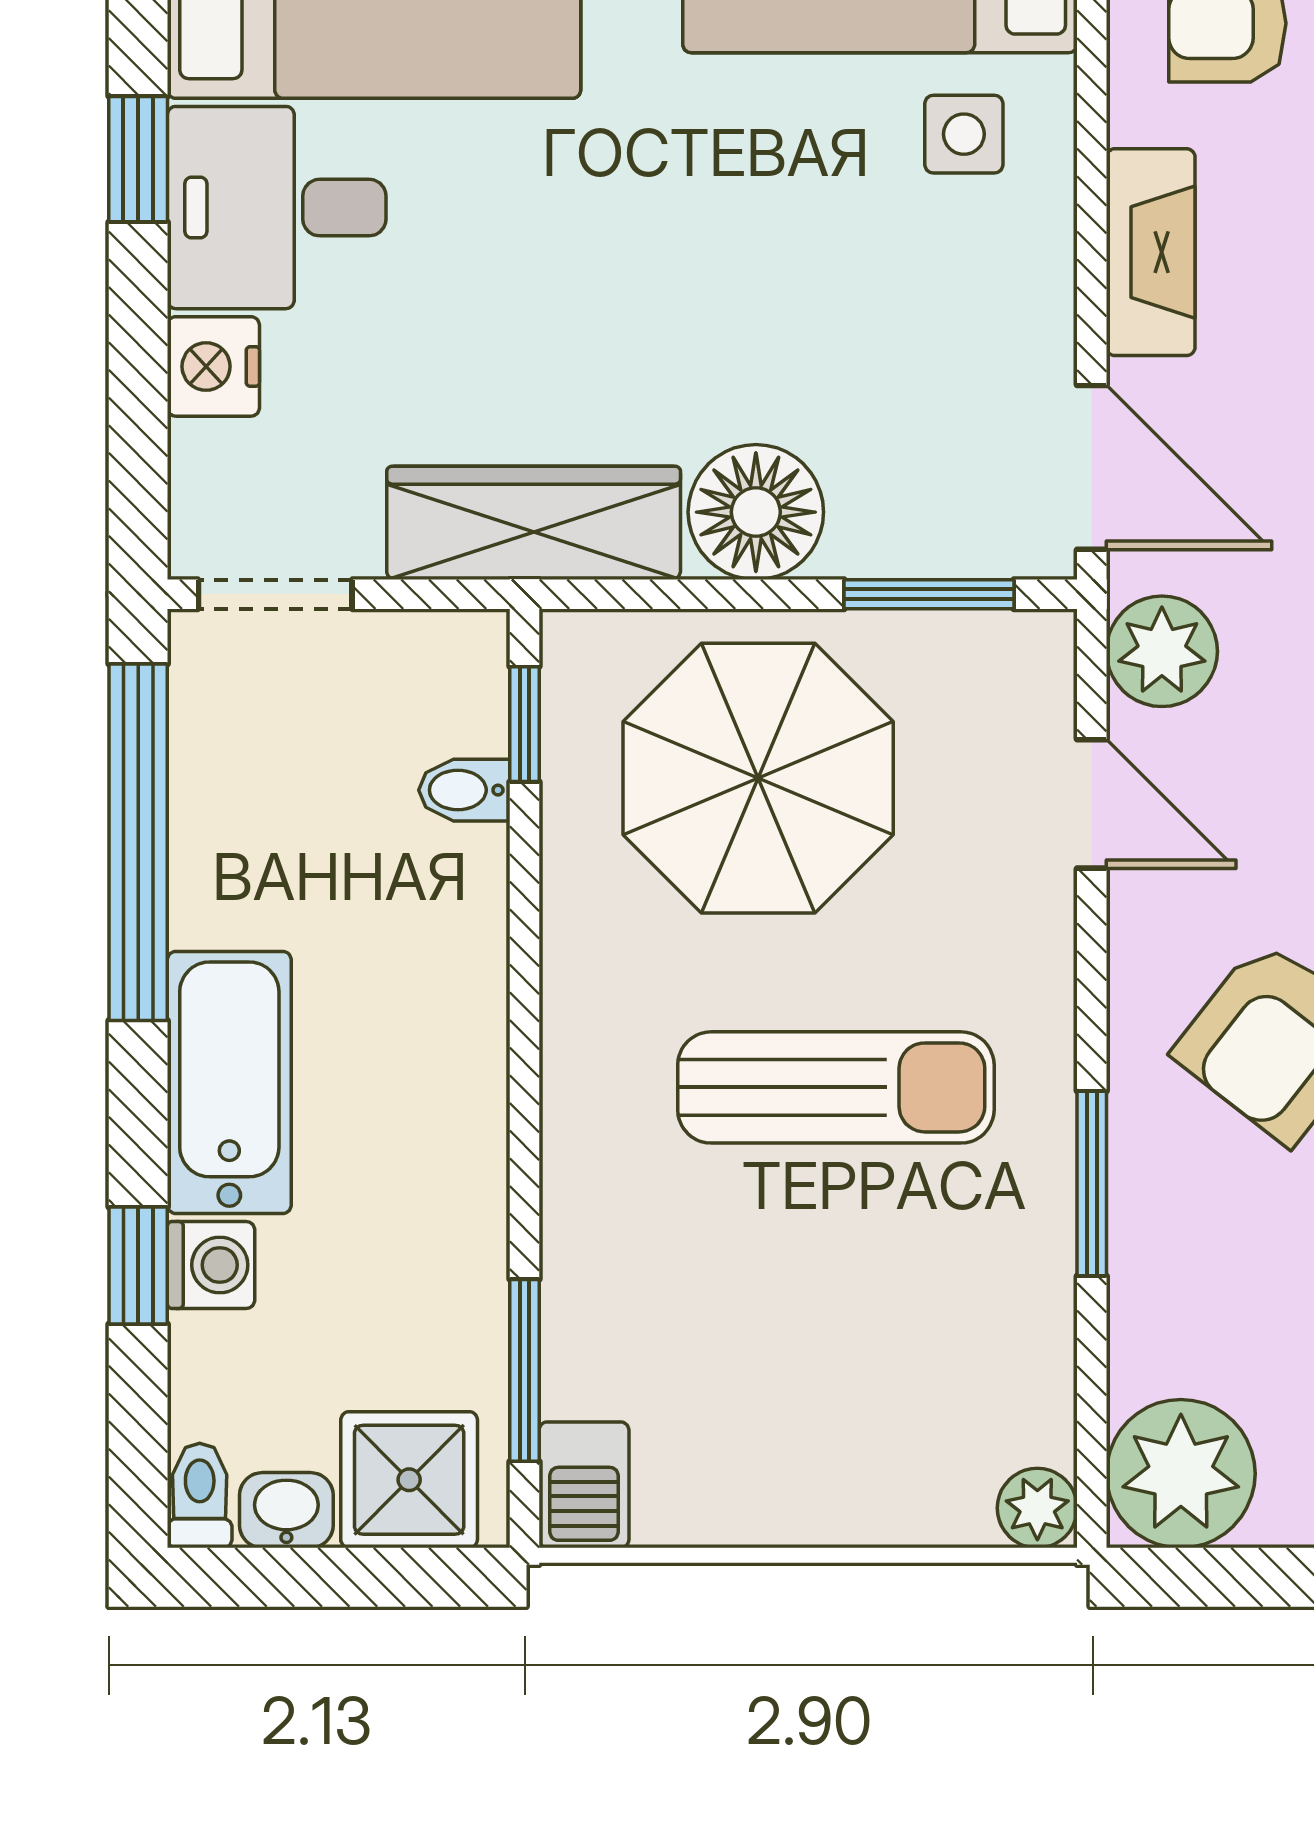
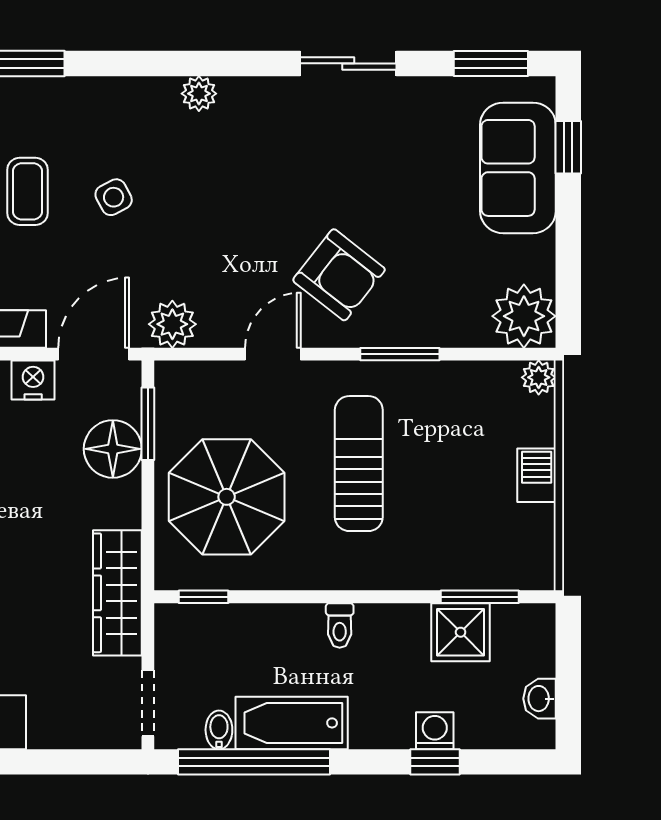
nightstand: (213, 366) -> (33, 380), moved, turned 180
floor lamp: (756, 512) -> (113, 449), moved
bidet: (464, 790) -> (219, 730), moved, turned 180
door: (1092, 804) -> (273, 354), moved
bathtub: (229, 1082) -> (292, 723), moved
shower: (409, 1480) -> (461, 632), moved
barbecue: (584, 1485) -> (537, 475), moved, turned -90
toilet: (200, 1496) -> (340, 625), moved, turned -90

